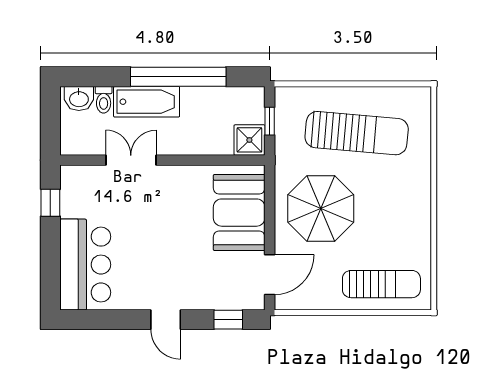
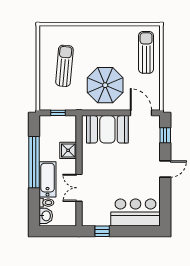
sun lounger: (357, 133) -> (64, 66), width x0.73, depth x0.75
shower: (249, 140) -> (68, 150), moved

